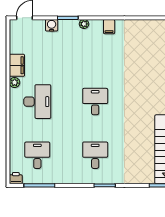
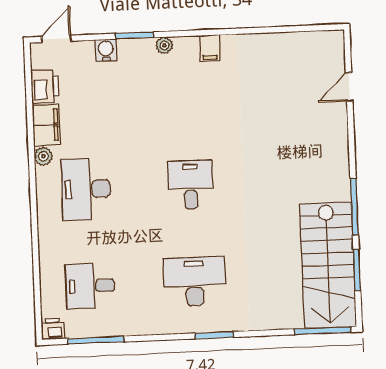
printer: (17, 44) -> (45, 86), added
desk: (37, 102) -> (86, 189), turned 180
desk: (37, 155) -> (90, 286), turned -90
desk: (95, 155) -> (194, 282), width x1.37

